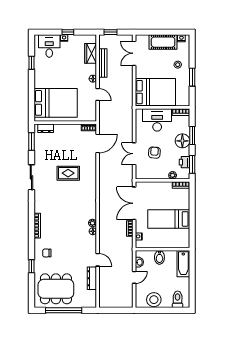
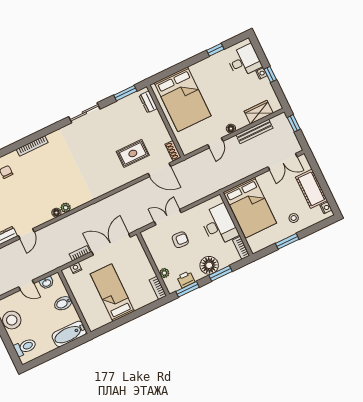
double door: (134, 53) -> (283, 162), swing flipped
rug: (68, 173) -> (133, 153), moved, turned 90

